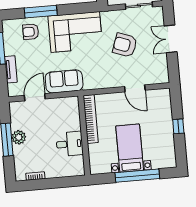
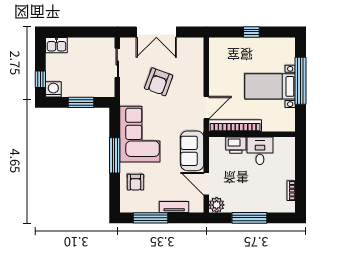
window: (41, 12) -> (115, 155), moved
double door: (171, 39) -> (156, 32), width x1.37
door: (135, 88) -> (206, 108), moved
printer: (73, 121) -> (236, 145), added
plant: (19, 137) -> (217, 205), moved

